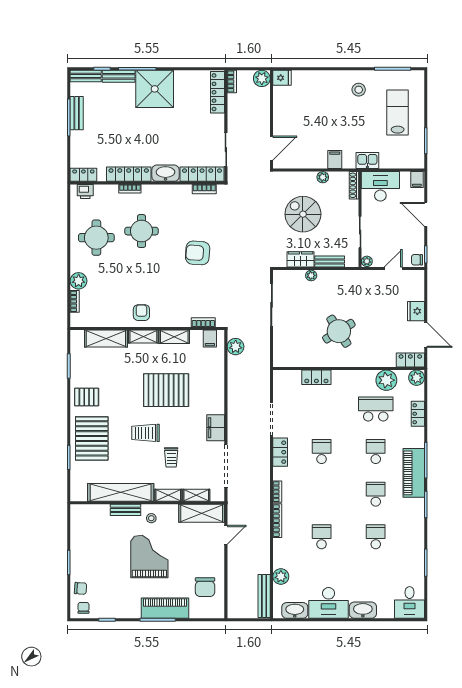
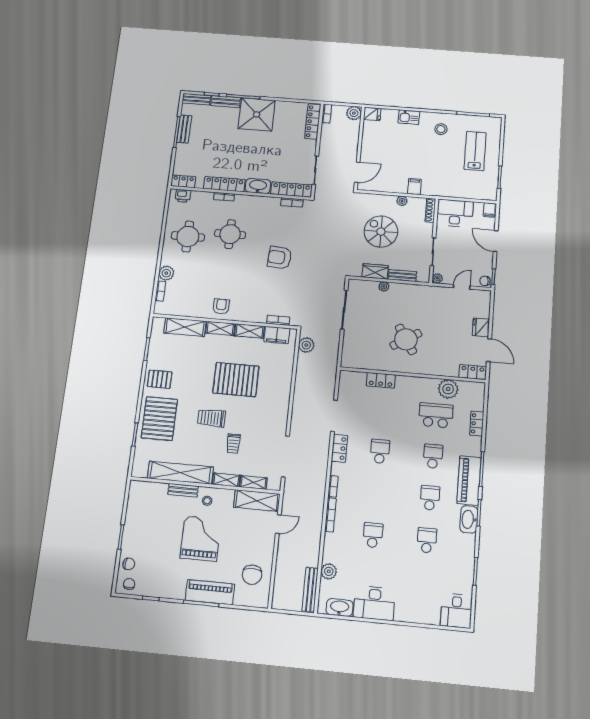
kitchen sink: (367, 160) -> (409, 117), moved, turned 180
filing cabinet: (210, 339) -> (277, 335), width x2.00
plant: (417, 378) -> (478, 389), removed
filing cabinet: (216, 428) -> (279, 419), removed
washbasin: (363, 610) -> (469, 519), moved, turned -90

